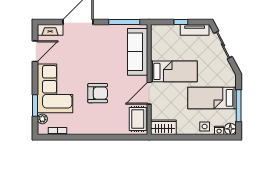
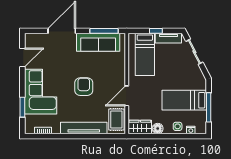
fireplace: (50, 30) -> (36, 38), removed
sofa: (138, 52) -> (98, 42), moved, turned -90
bed: (174, 71) -> (145, 54), moved, turned 90
armchair: (98, 93) -> (84, 87), moved, turned -90
plant: (42, 119) -> (29, 119), removed
tv unit: (102, 128) -> (84, 128), added
floor lamp: (230, 129) -> (158, 129), moved

